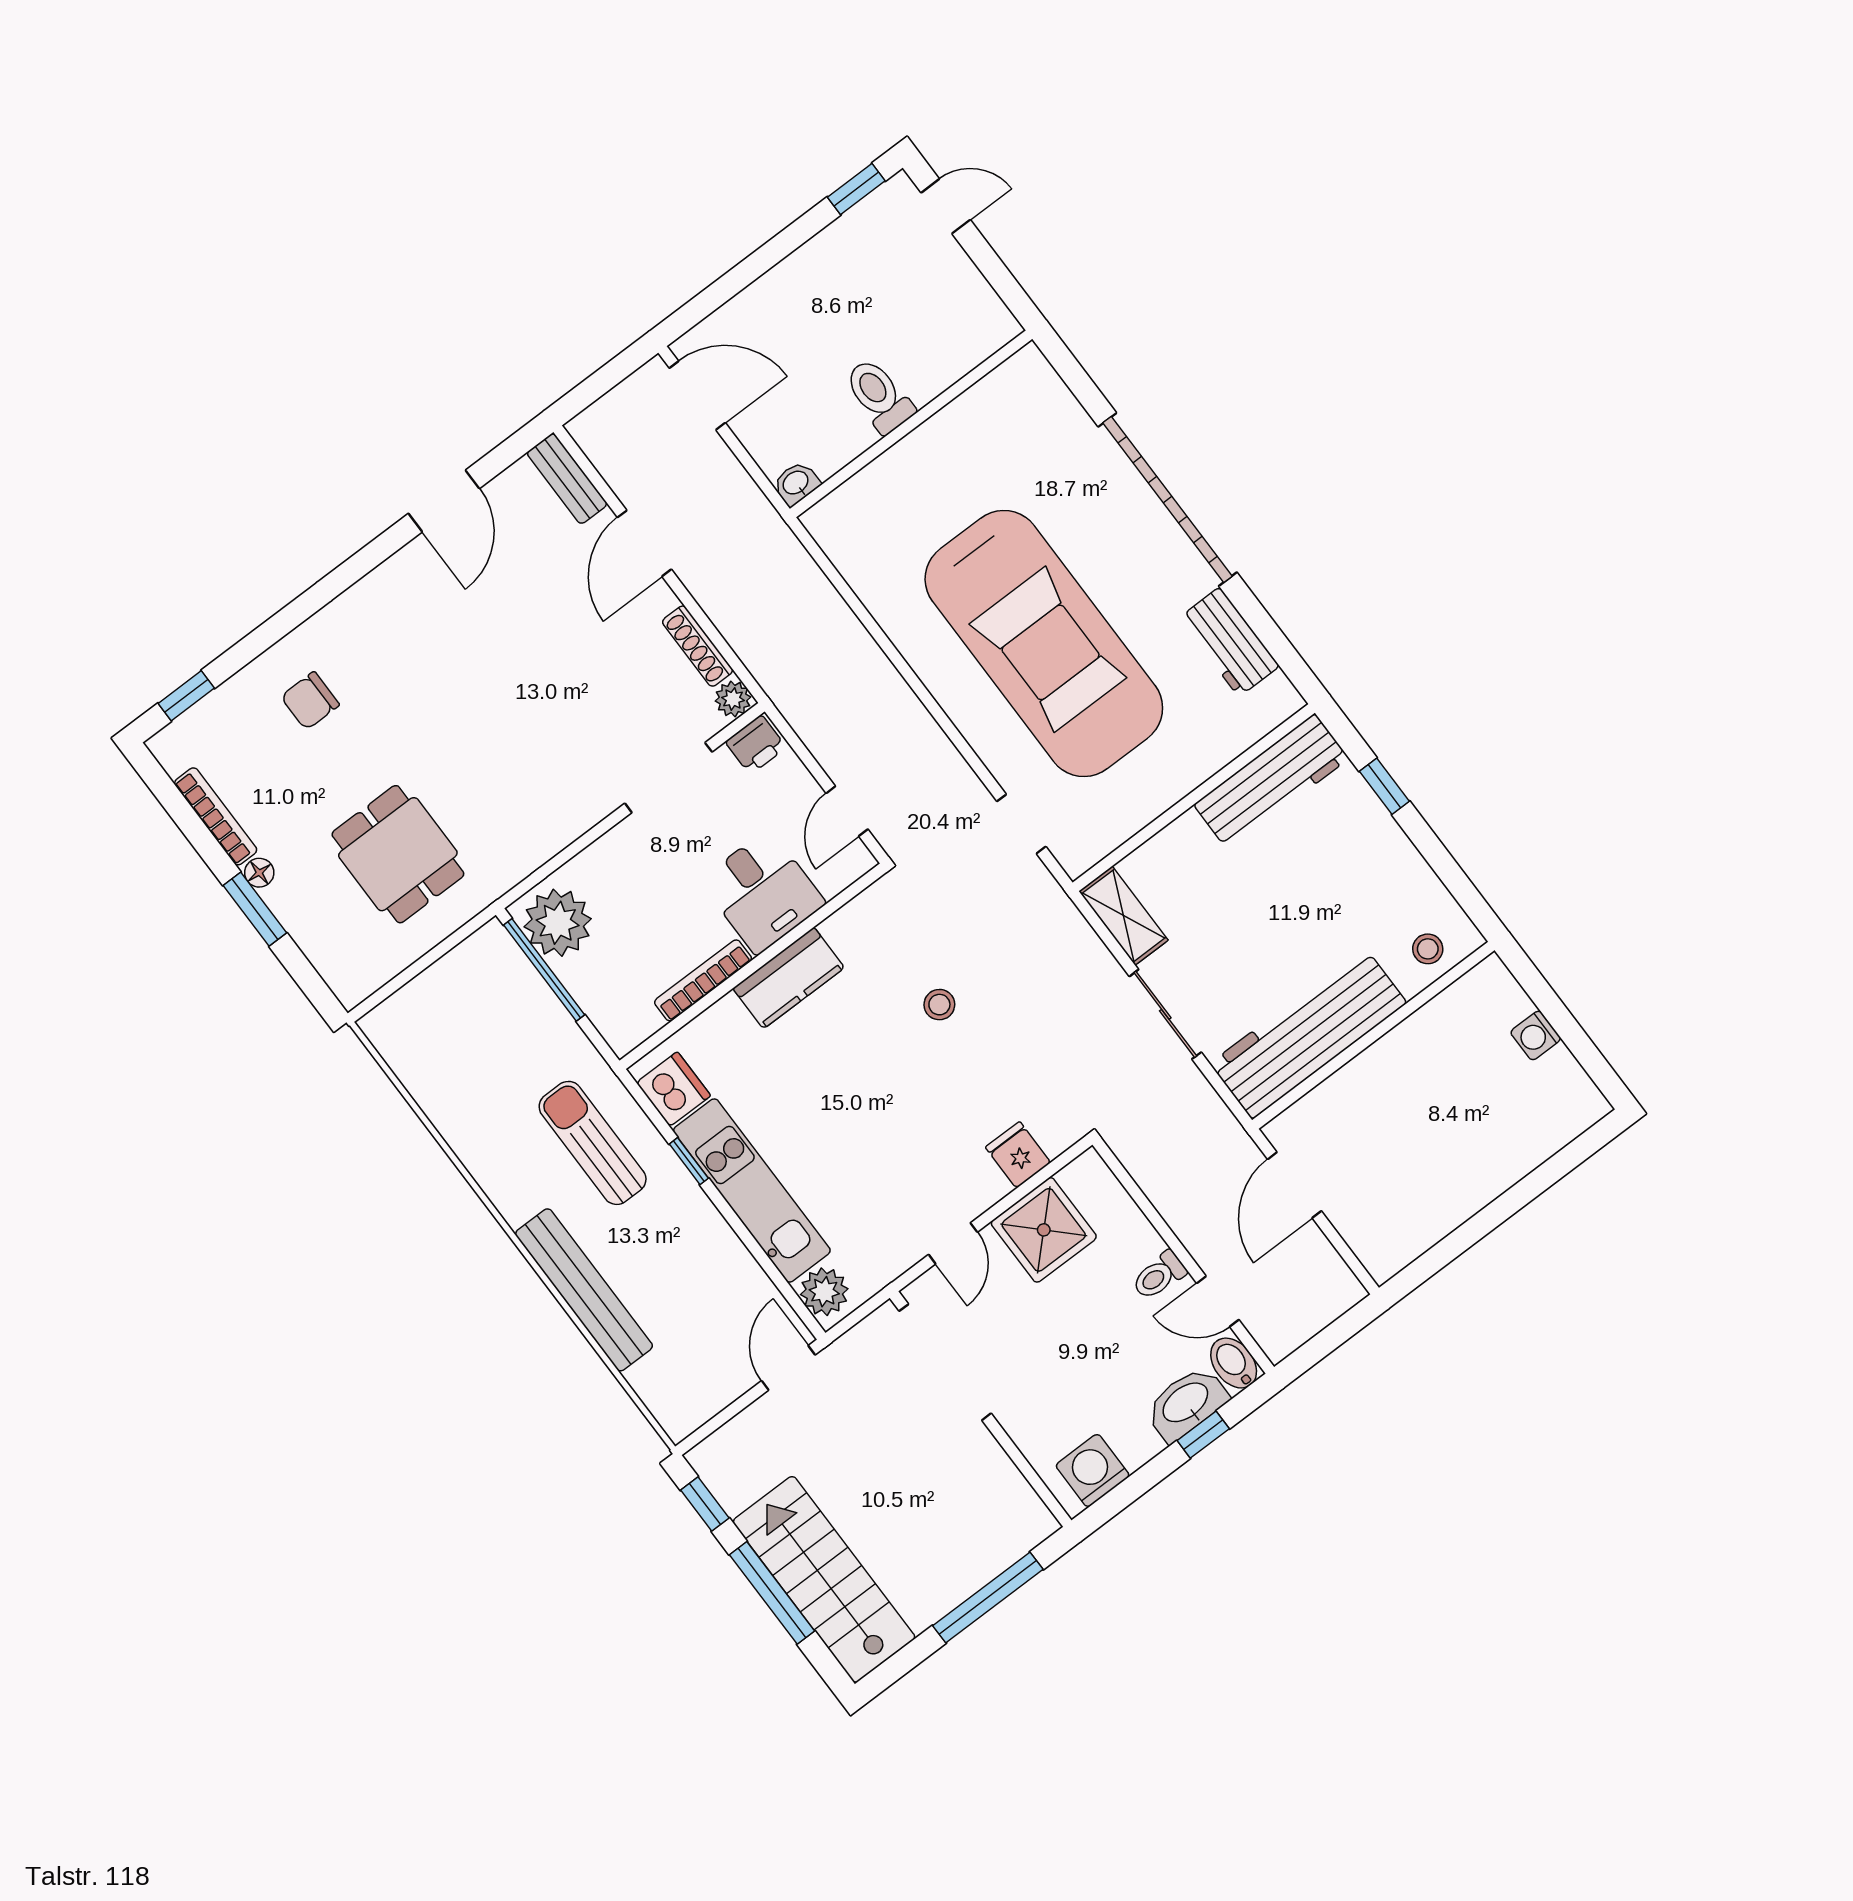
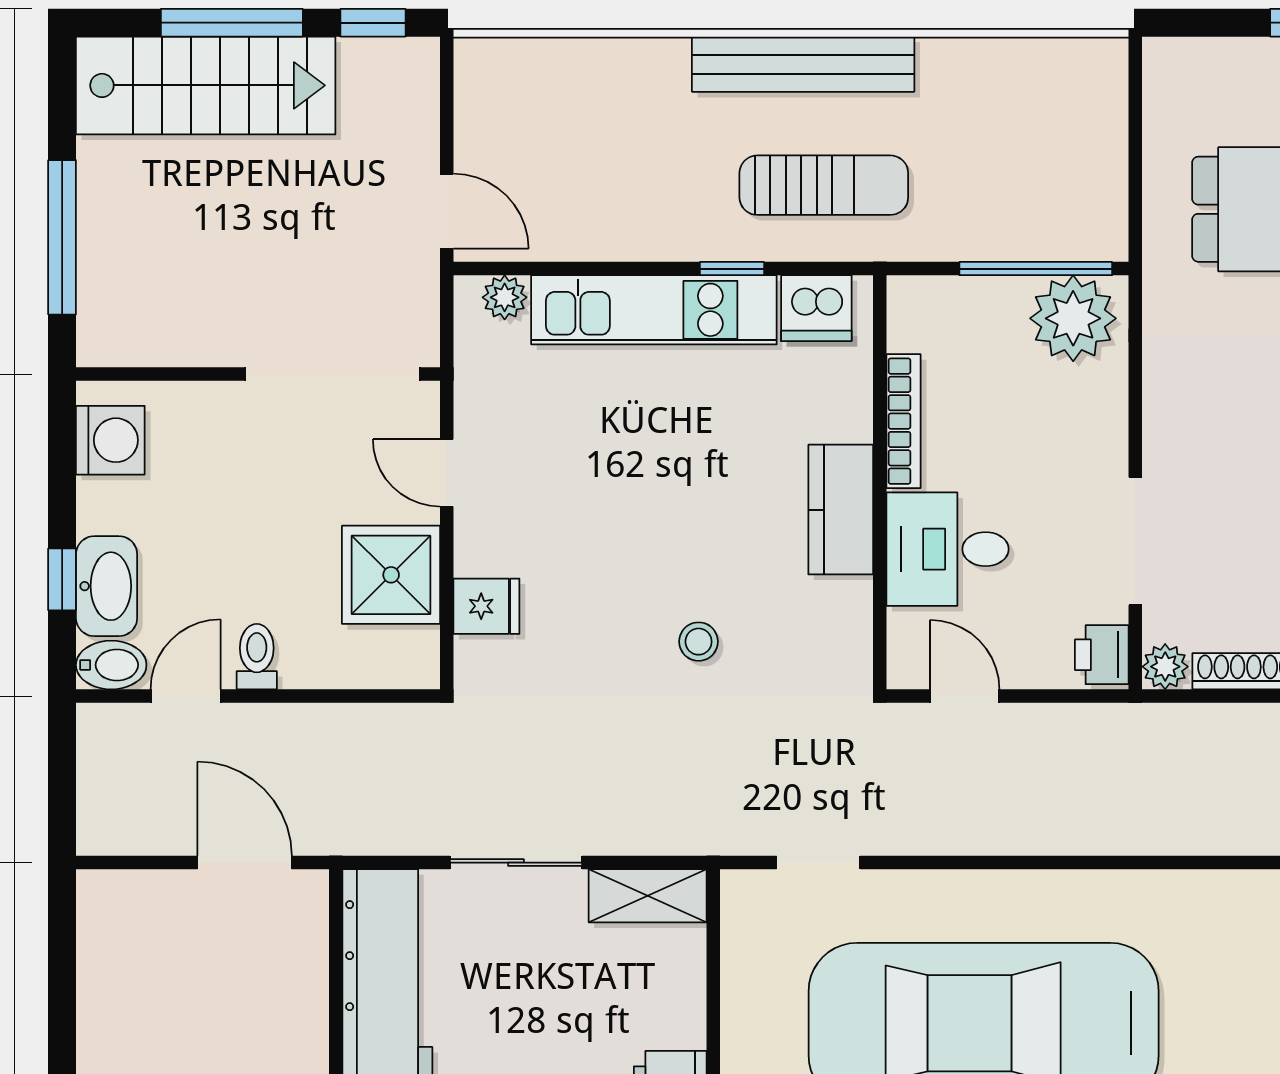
bench: (584, 1290) -> (803, 64), moved
plant: (824, 1292) -> (505, 297), width x0.73, depth x0.73

